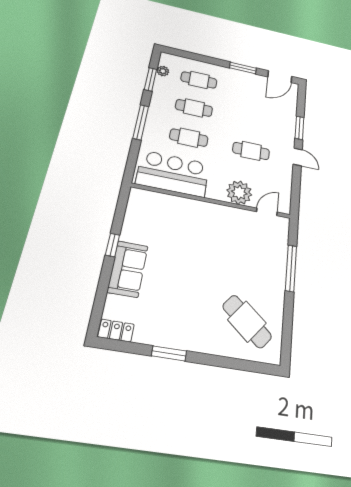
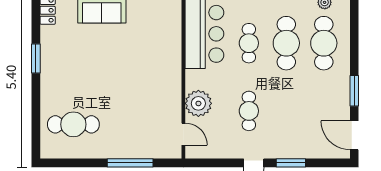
cafe table: (199, 80) -> (324, 43), width x1.37, depth x1.35
cafe table: (194, 108) -> (286, 43), width x1.37, depth x1.35
cafe table: (247, 321) -> (73, 124), turned 51

